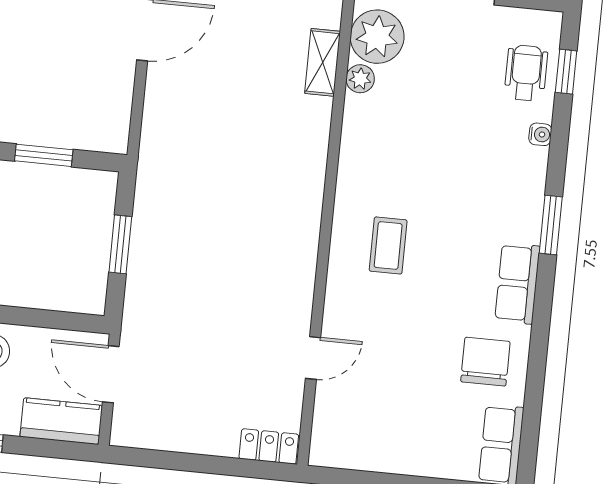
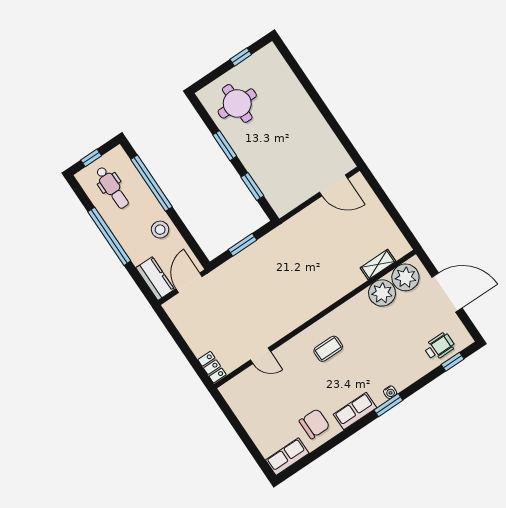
plant: (360, 79) -> (382, 293), width x1.88, depth x1.88
water cooler: (540, 134) -> (390, 392), moved

